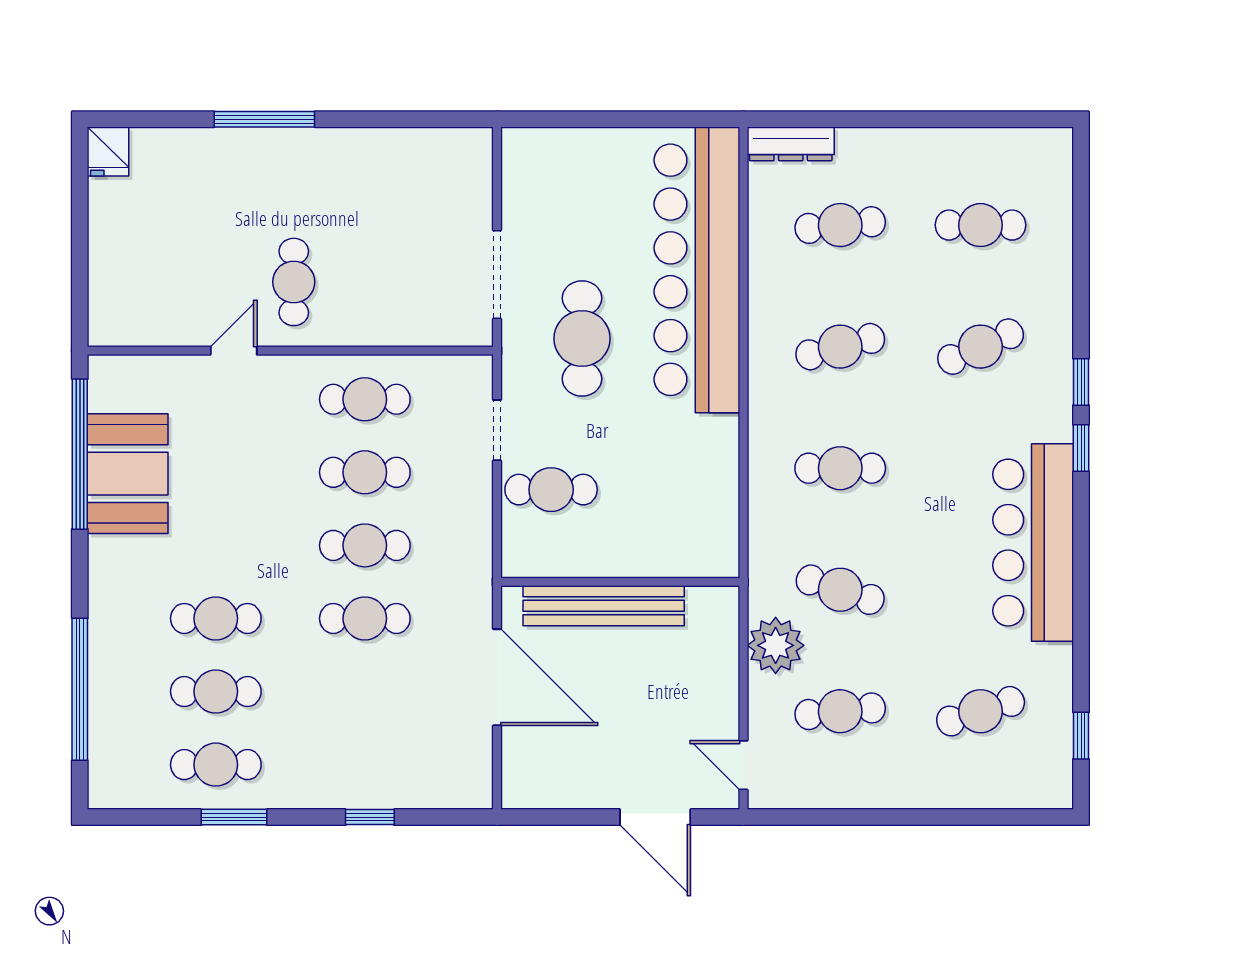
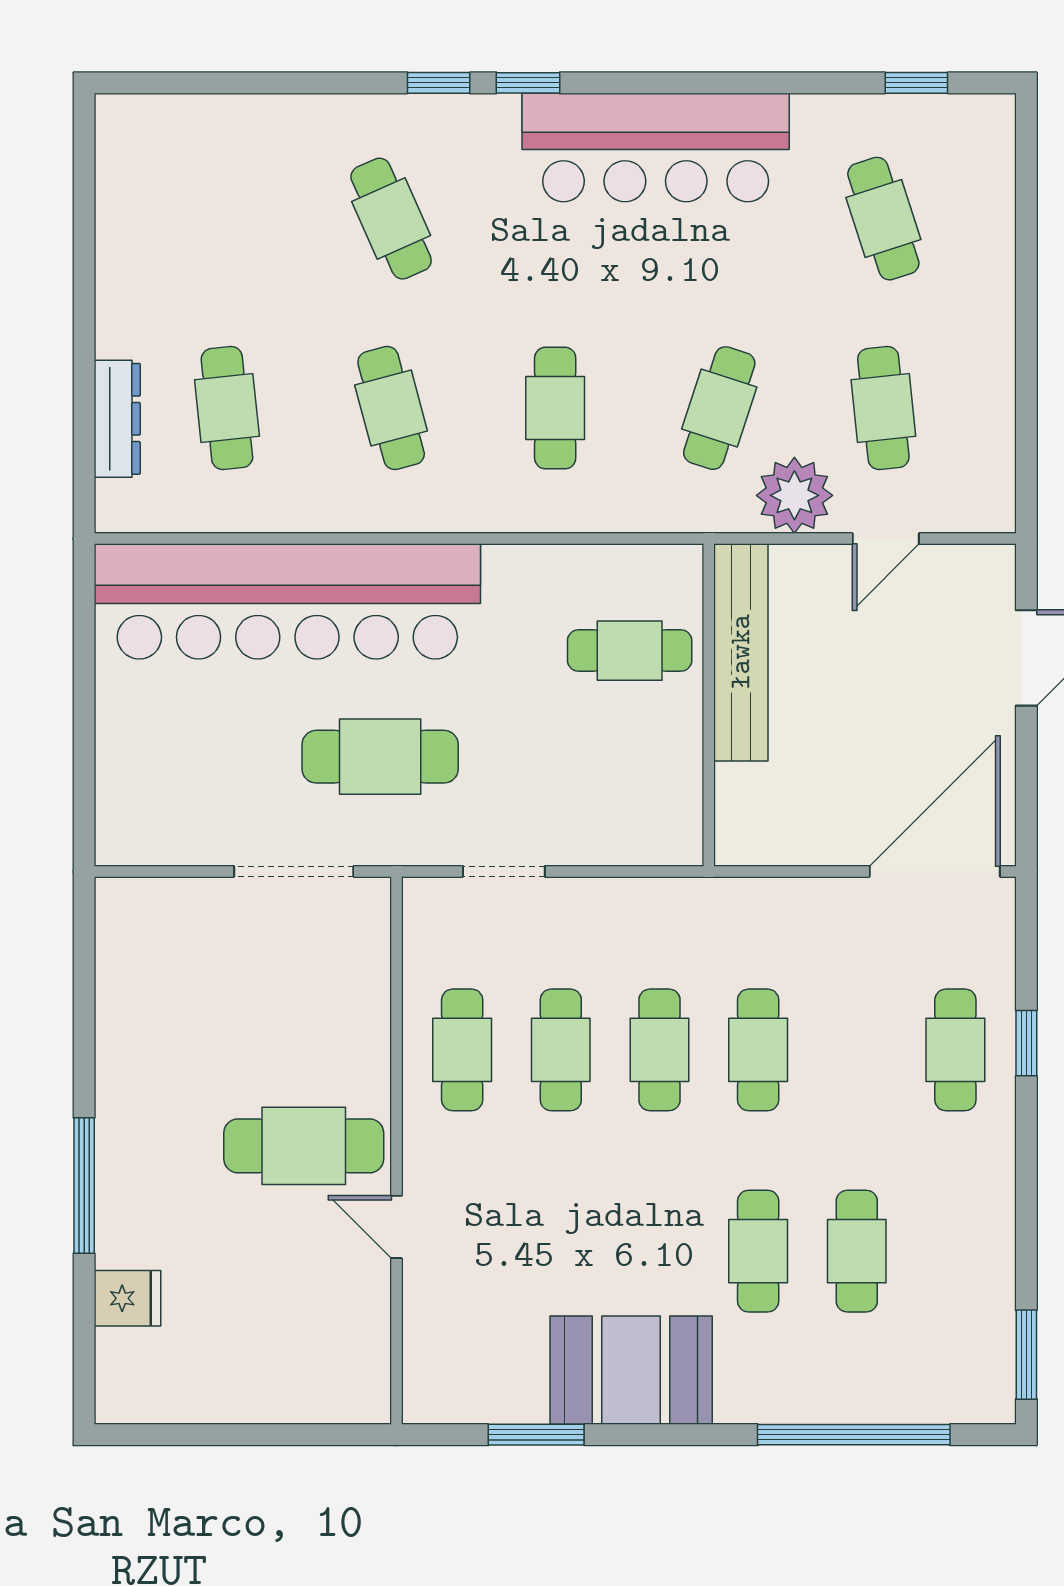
dresser: (791, 144) -> (117, 419), moved
fridge: (108, 151) -> (128, 1298), moved
cafe table: (981, 225) -> (227, 219), removed
cafe table: (294, 282) -> (304, 1146), width x1.37, depth x1.35
window: (80, 454) -> (536, 1435), width x0.47
booth: (128, 474) -> (631, 1370), moved
cafe table: (551, 490) -> (630, 651), moved, turned 90
bench: (604, 606) -> (741, 652), moved
door: (497, 677) -> (935, 871), moved
cafe table: (216, 765) -> (955, 1050), moved
door: (744, 765) -> (886, 539), moved
window: (234, 817) -> (1026, 1355), moved

